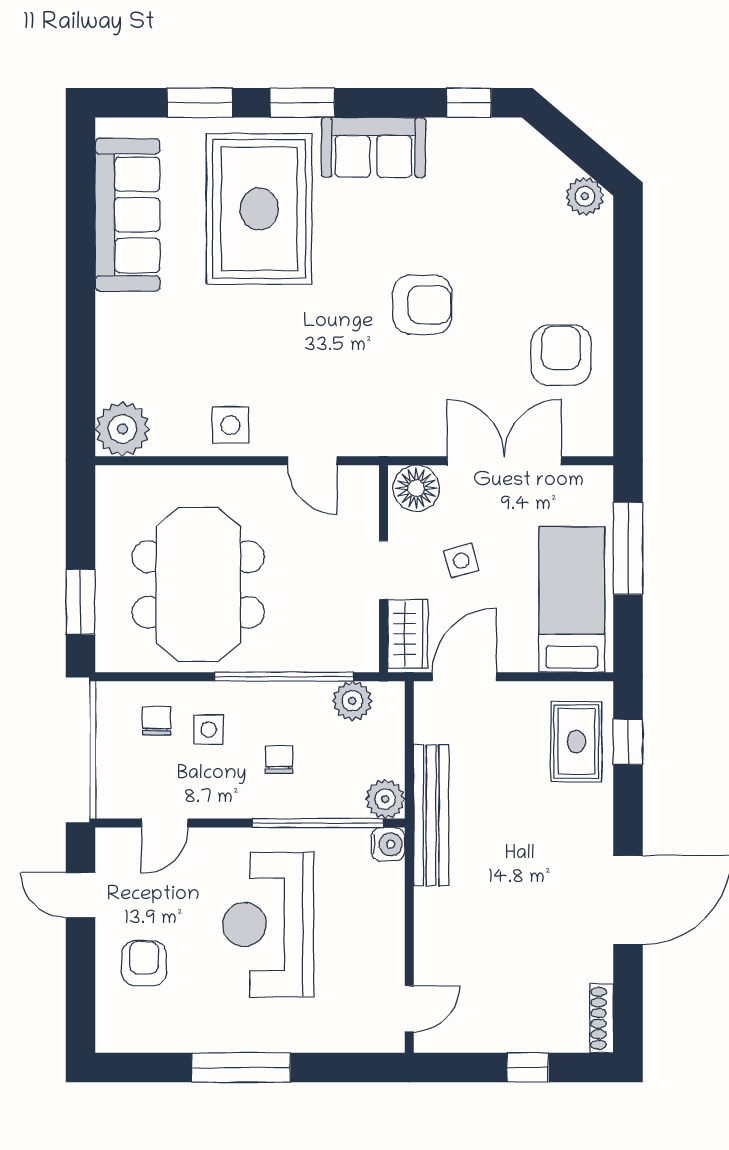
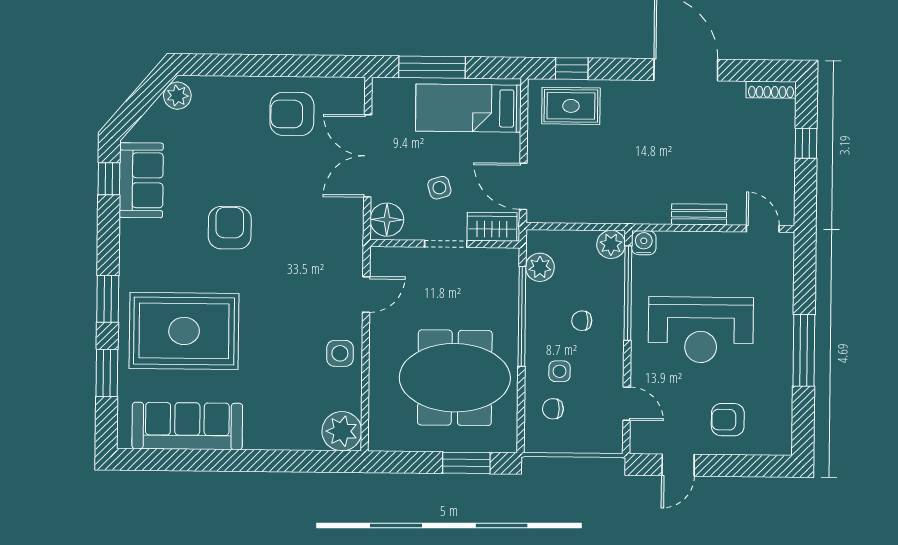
sofa: (373, 147) -> (141, 180), moved
armchair: (422, 305) -> (230, 228), moved
bench: (431, 815) -> (699, 214), moved, width x0.54, depth x0.82

